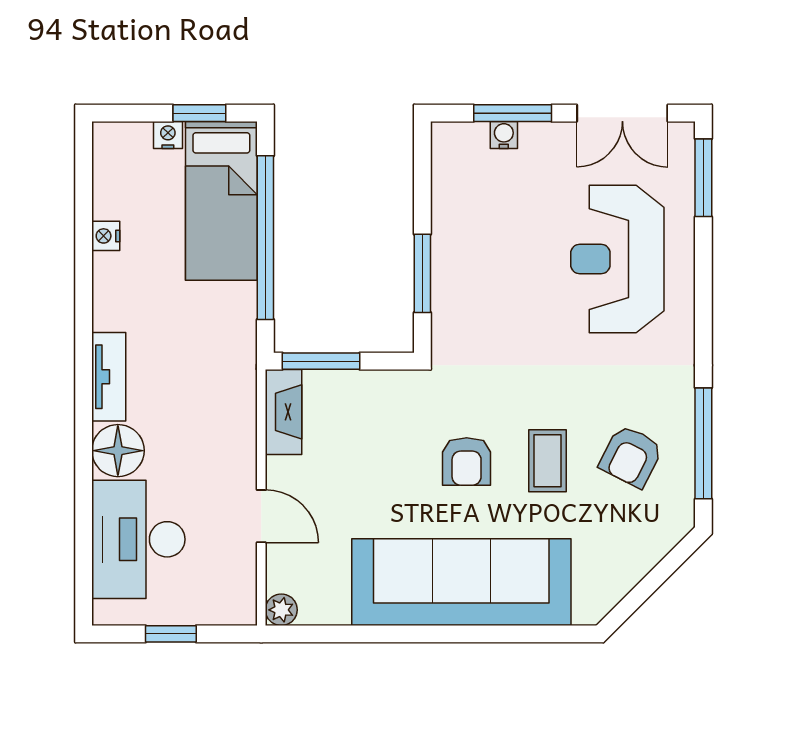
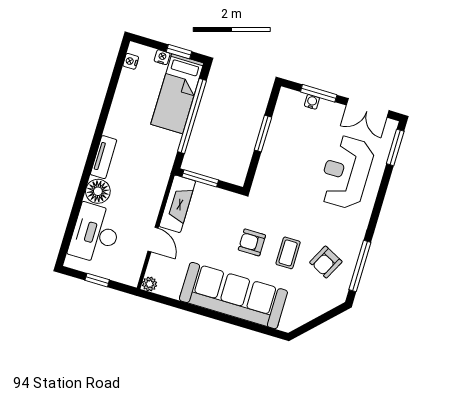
nightstand: (106, 236) -> (131, 61), moved
window: (422, 273) -> (263, 134), moved
fireplace: (284, 412) -> (177, 204), width x1.37, depth x1.32
armchair: (467, 461) -> (252, 242), turned 90

